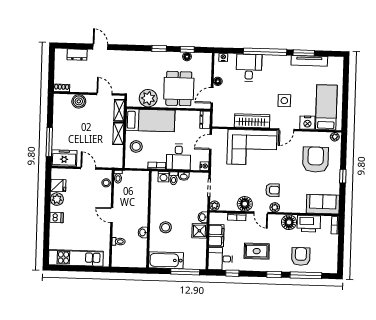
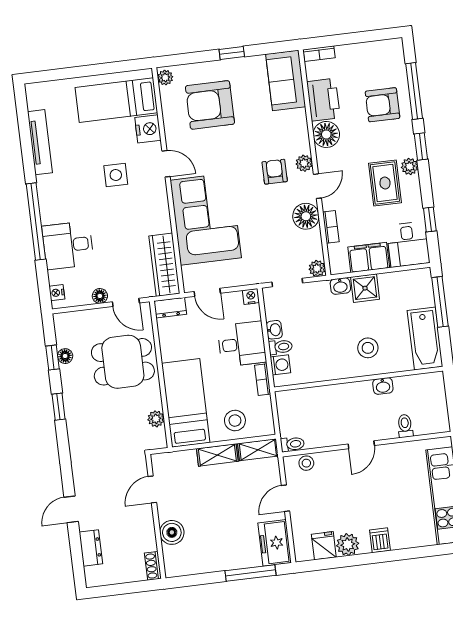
window: (304, 53) -> (27, 154), removed
plant: (148, 98) -> (156, 419), width x0.53, depth x0.53
shelving: (119, 110) -> (258, 450), moved
wardrobe: (252, 121) -> (164, 265), moved
plant: (264, 266) -> (410, 166), added

